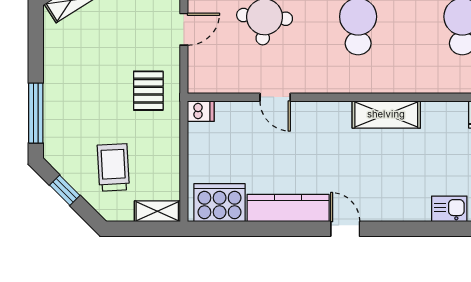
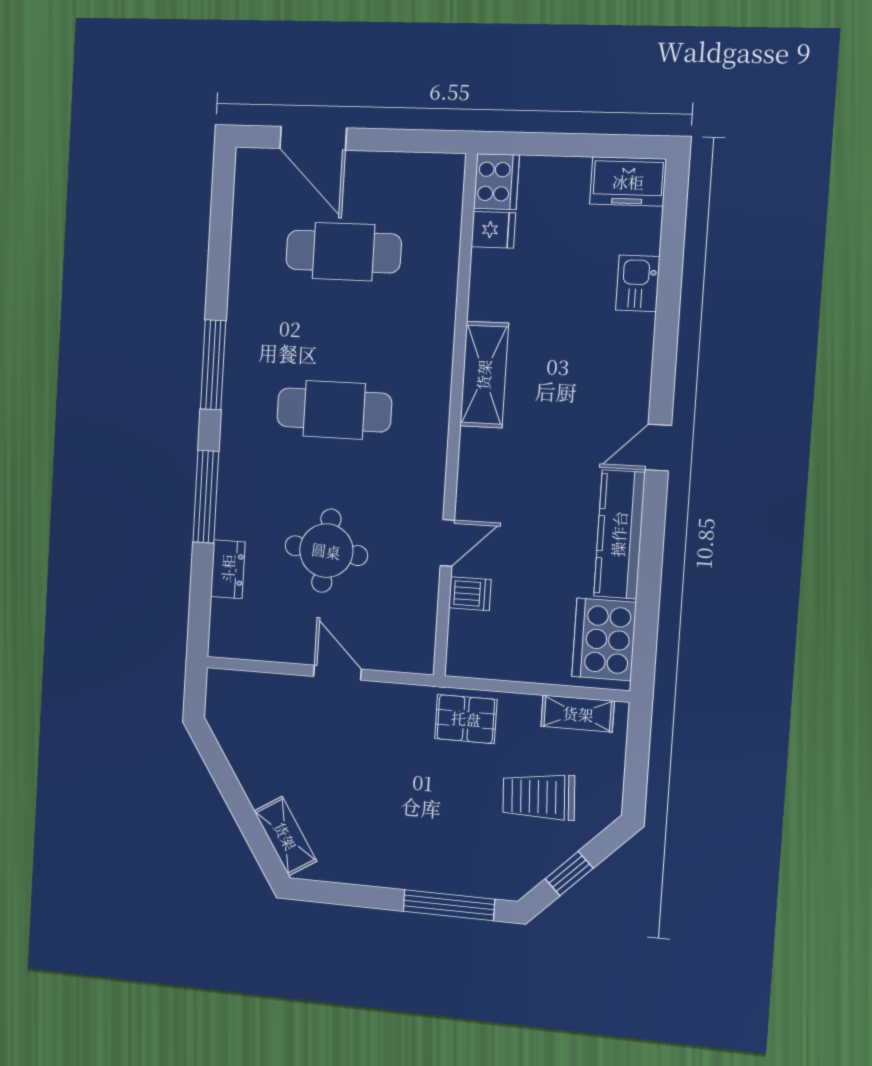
pallet: (148, 91) -> (466, 719), moved
dishwasher: (201, 111) -> (470, 594), moved, turned 90
shelving: (157, 211) -> (578, 714), moved, turned 90

